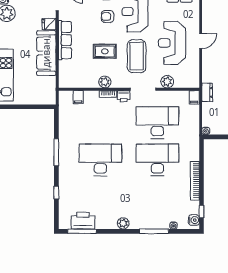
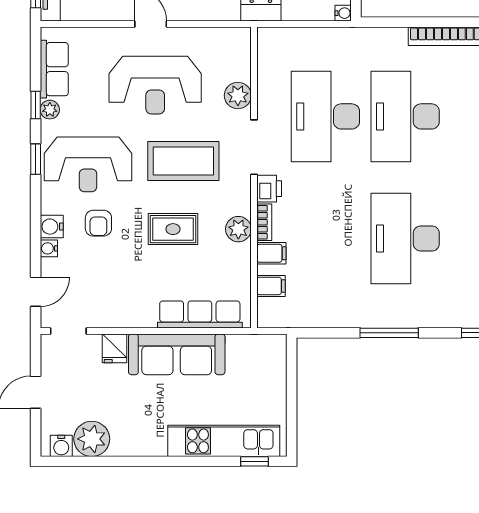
row of seats: (65, 40) -> (200, 314), moved
rug: (105, 51) -> (173, 229), turned 90
filing cabinet: (194, 97) -> (271, 253), moved

